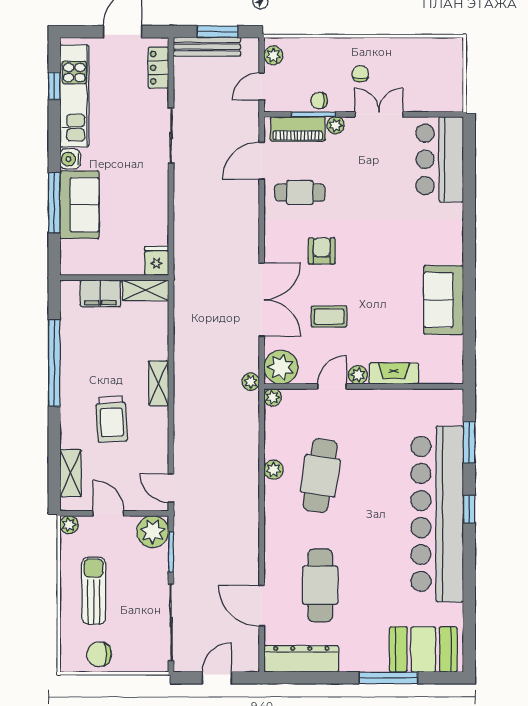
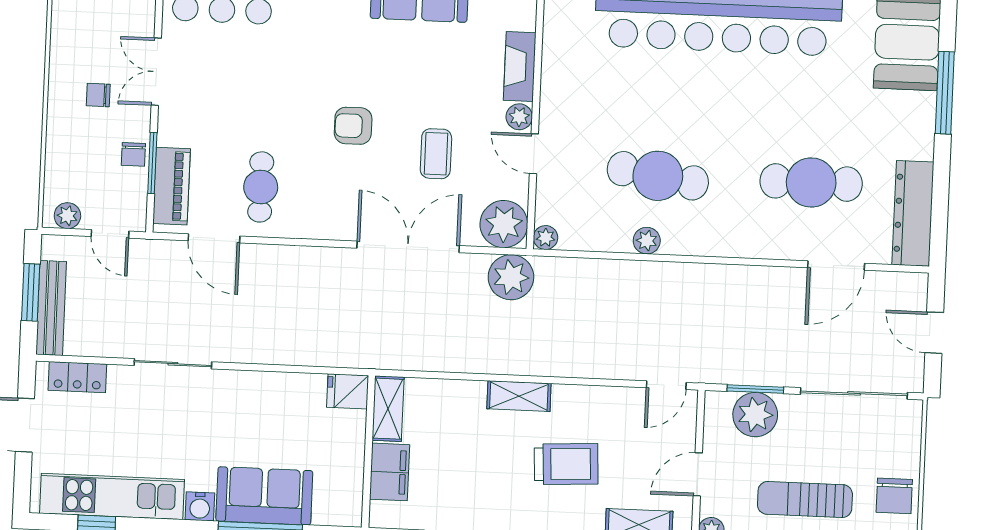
plant: (336, 125) -> (169, 133), removed
armchair: (322, 251) -> (353, 126), moved
plant: (251, 382) -> (511, 277), width x1.88, depth x1.88
plant: (153, 532) -> (755, 415), moved

